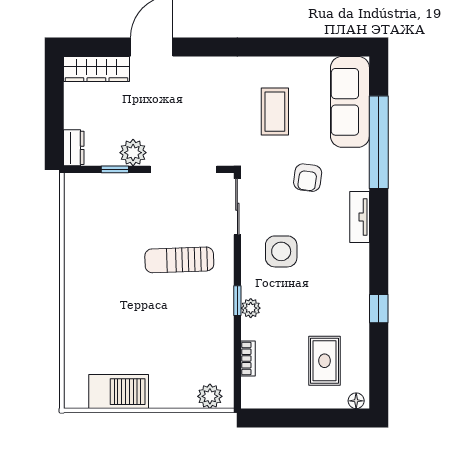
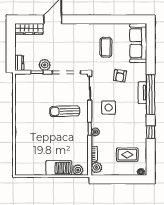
window: (379, 142) -> (151, 95), moved
rug: (325, 361) -> (127, 155), turned 90
plant: (253, 390) -> (97, 167), added
barbecue: (119, 392) -> (59, 168), moved

